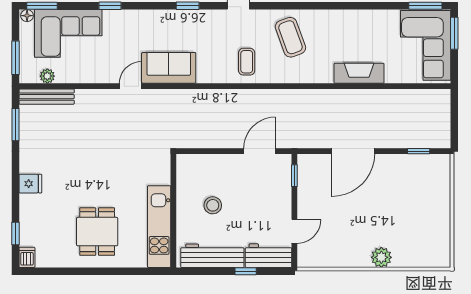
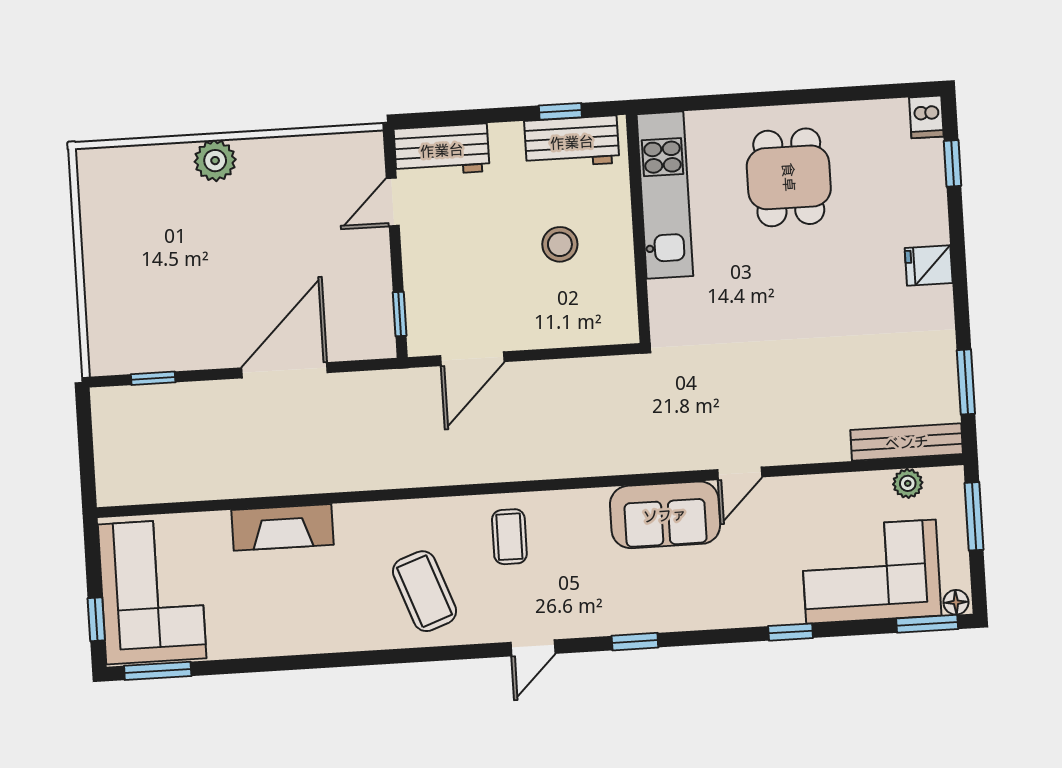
window: (454, 33) -> (96, 619), width x0.67
workbench: (212, 256) -> (572, 142), width x0.73
window: (246, 271) -> (560, 111), moved

